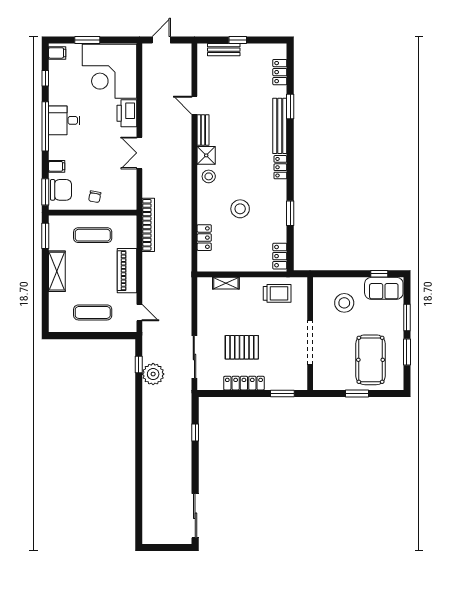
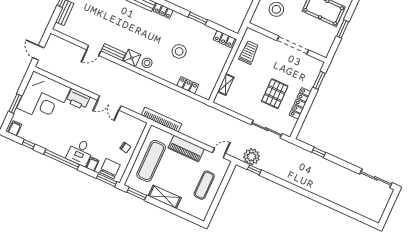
desk: (64, 120) -> (80, 152), moved
exercise mat: (93, 235) -> (151, 161), width x1.36, depth x1.45
plant: (153, 374) -> (252, 157), moved

